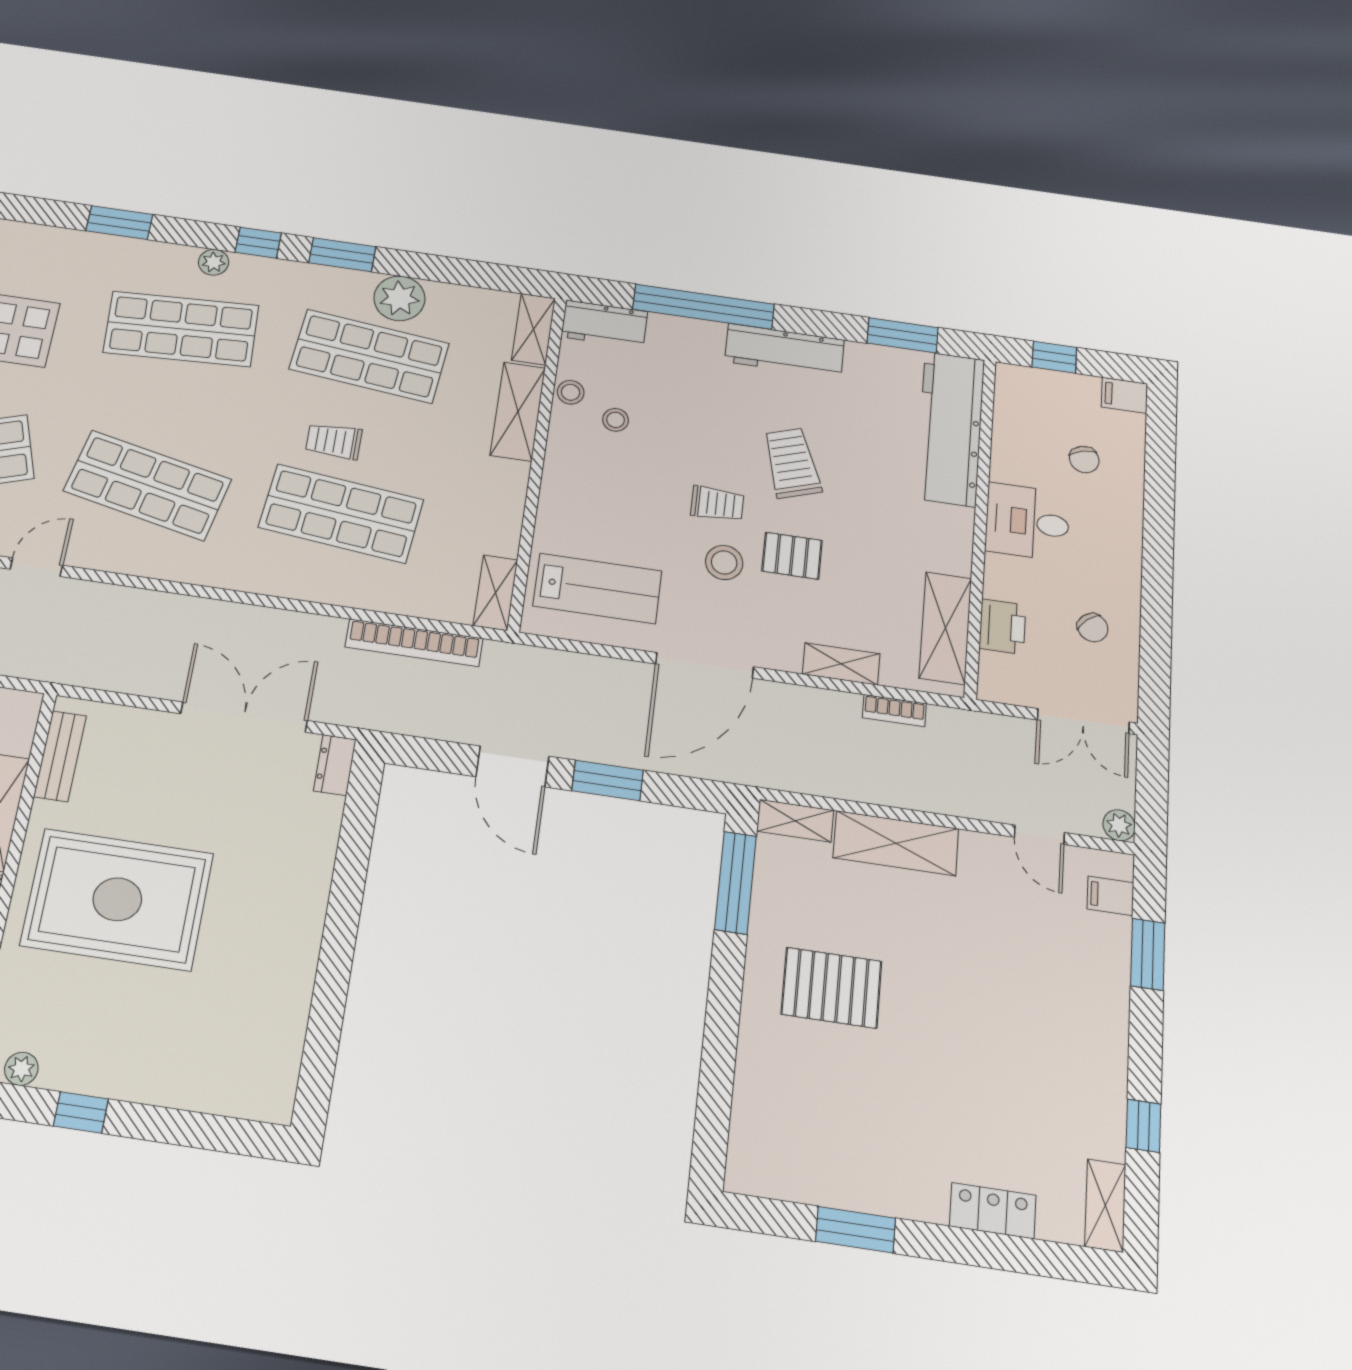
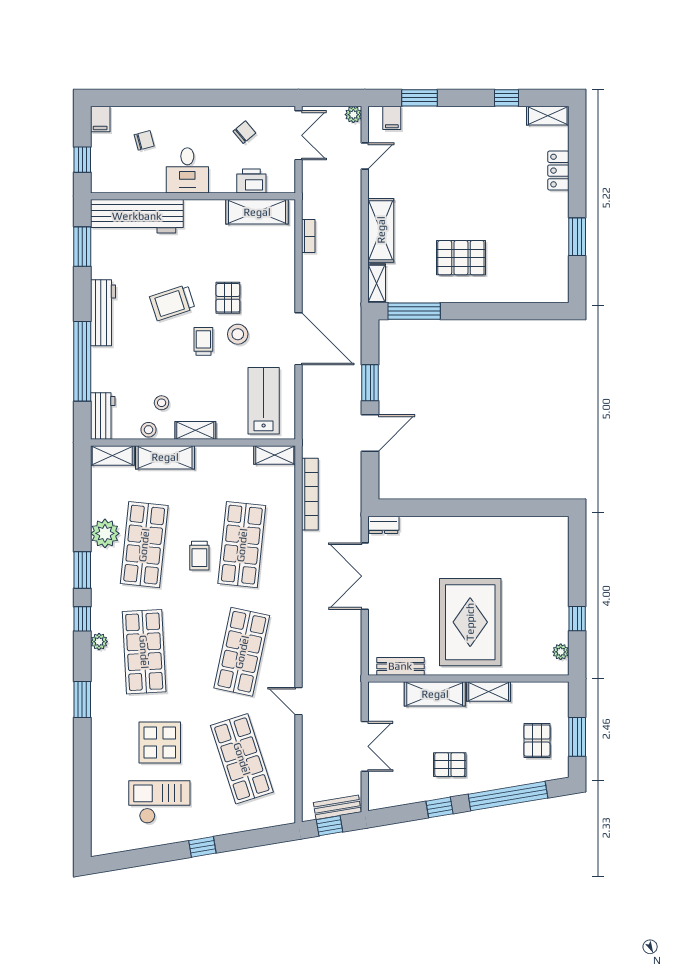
shelving: (841, 664) -> (195, 430), moved, turned 90
pallet: (831, 988) -> (461, 258), turned 90

